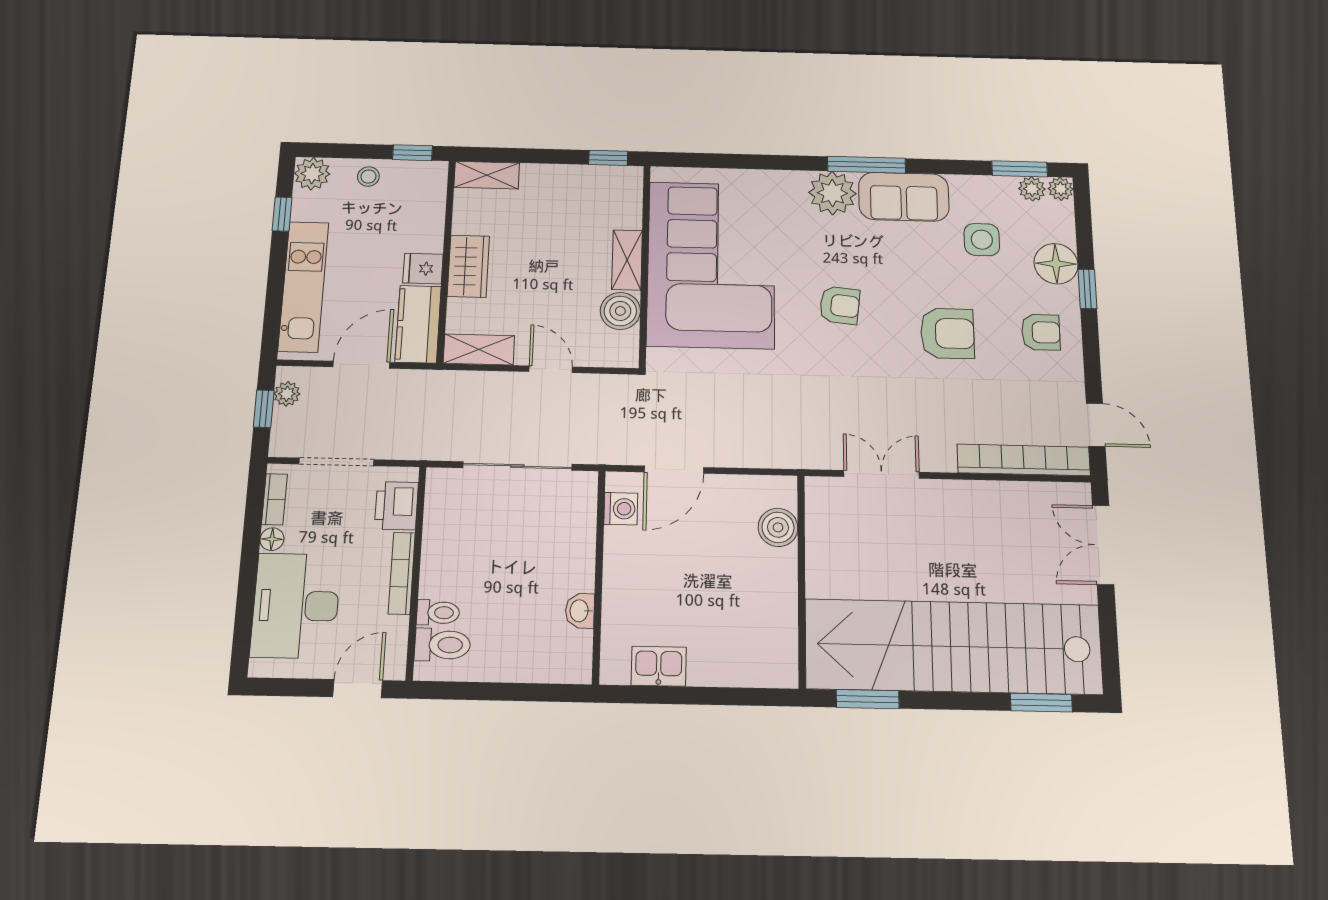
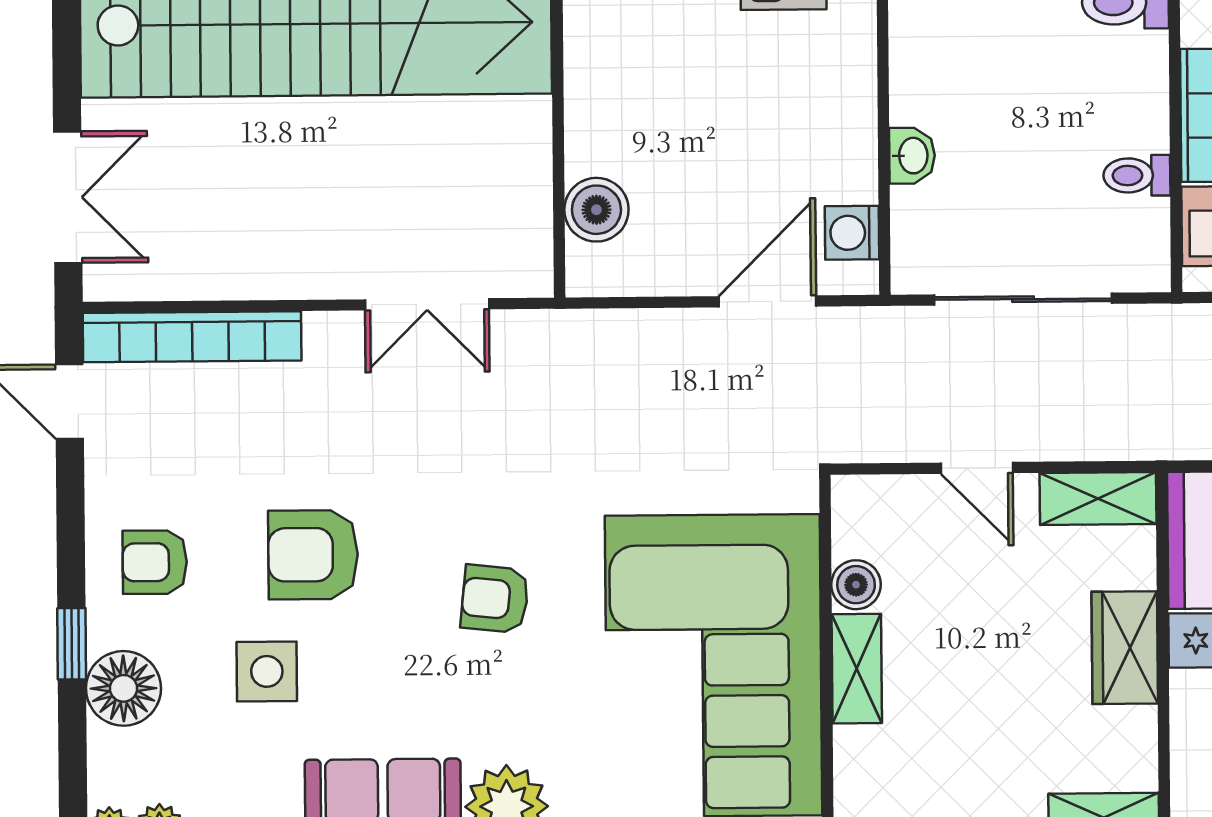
side table: (982, 240) -> (267, 671), moved
boiler: (620, 311) -> (856, 585), width x0.73, depth x0.73
washbasin: (580, 611) -> (912, 156), moved
toilet: (438, 613) -> (1137, 175), moved

